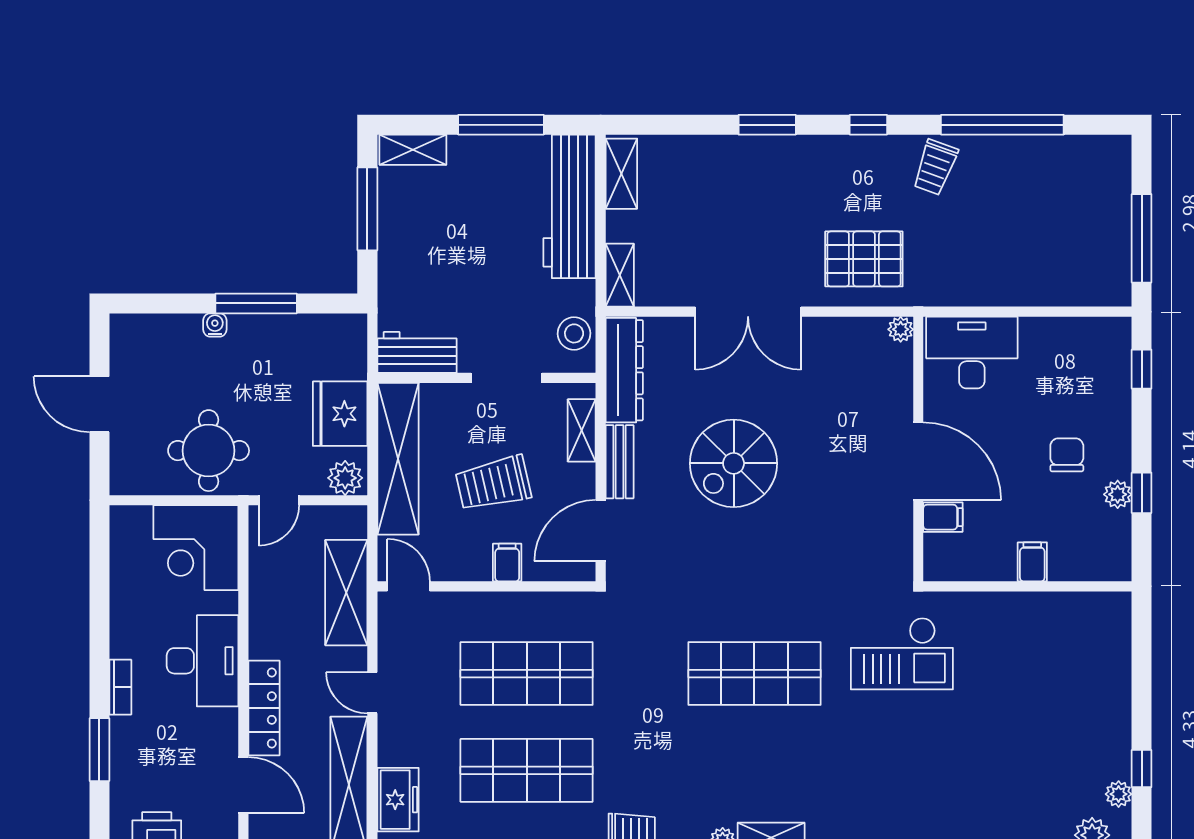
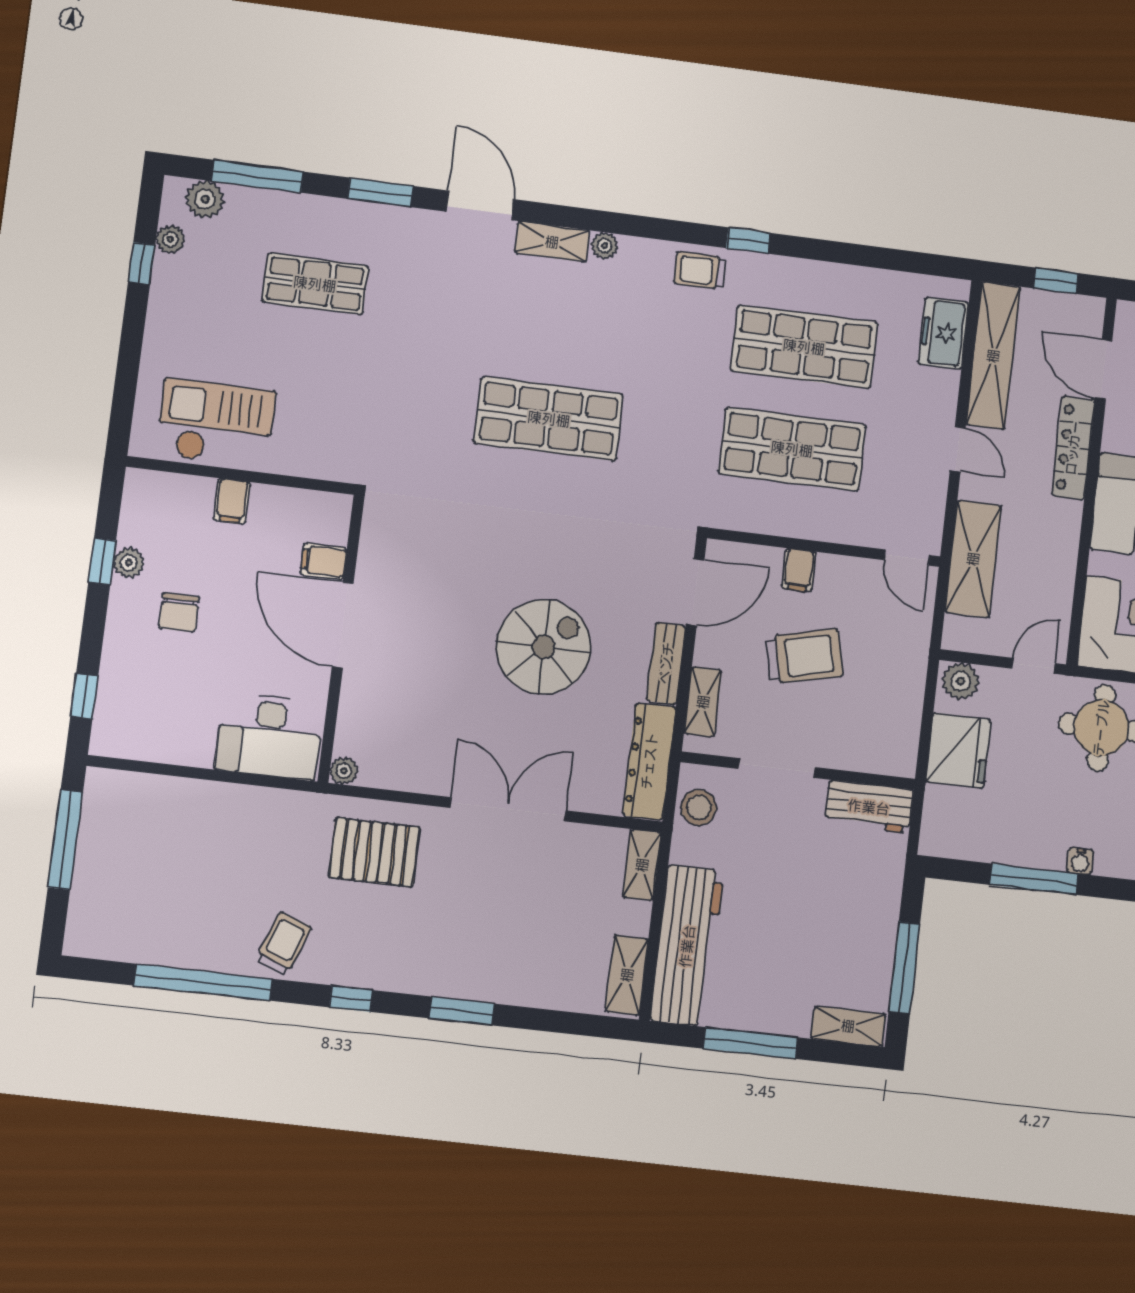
shelving: (398, 459) -> (902, 695), removed
checkout: (902, 654) -> (216, 423), moved
shop shelf: (982, 770) -> (315, 284), added

